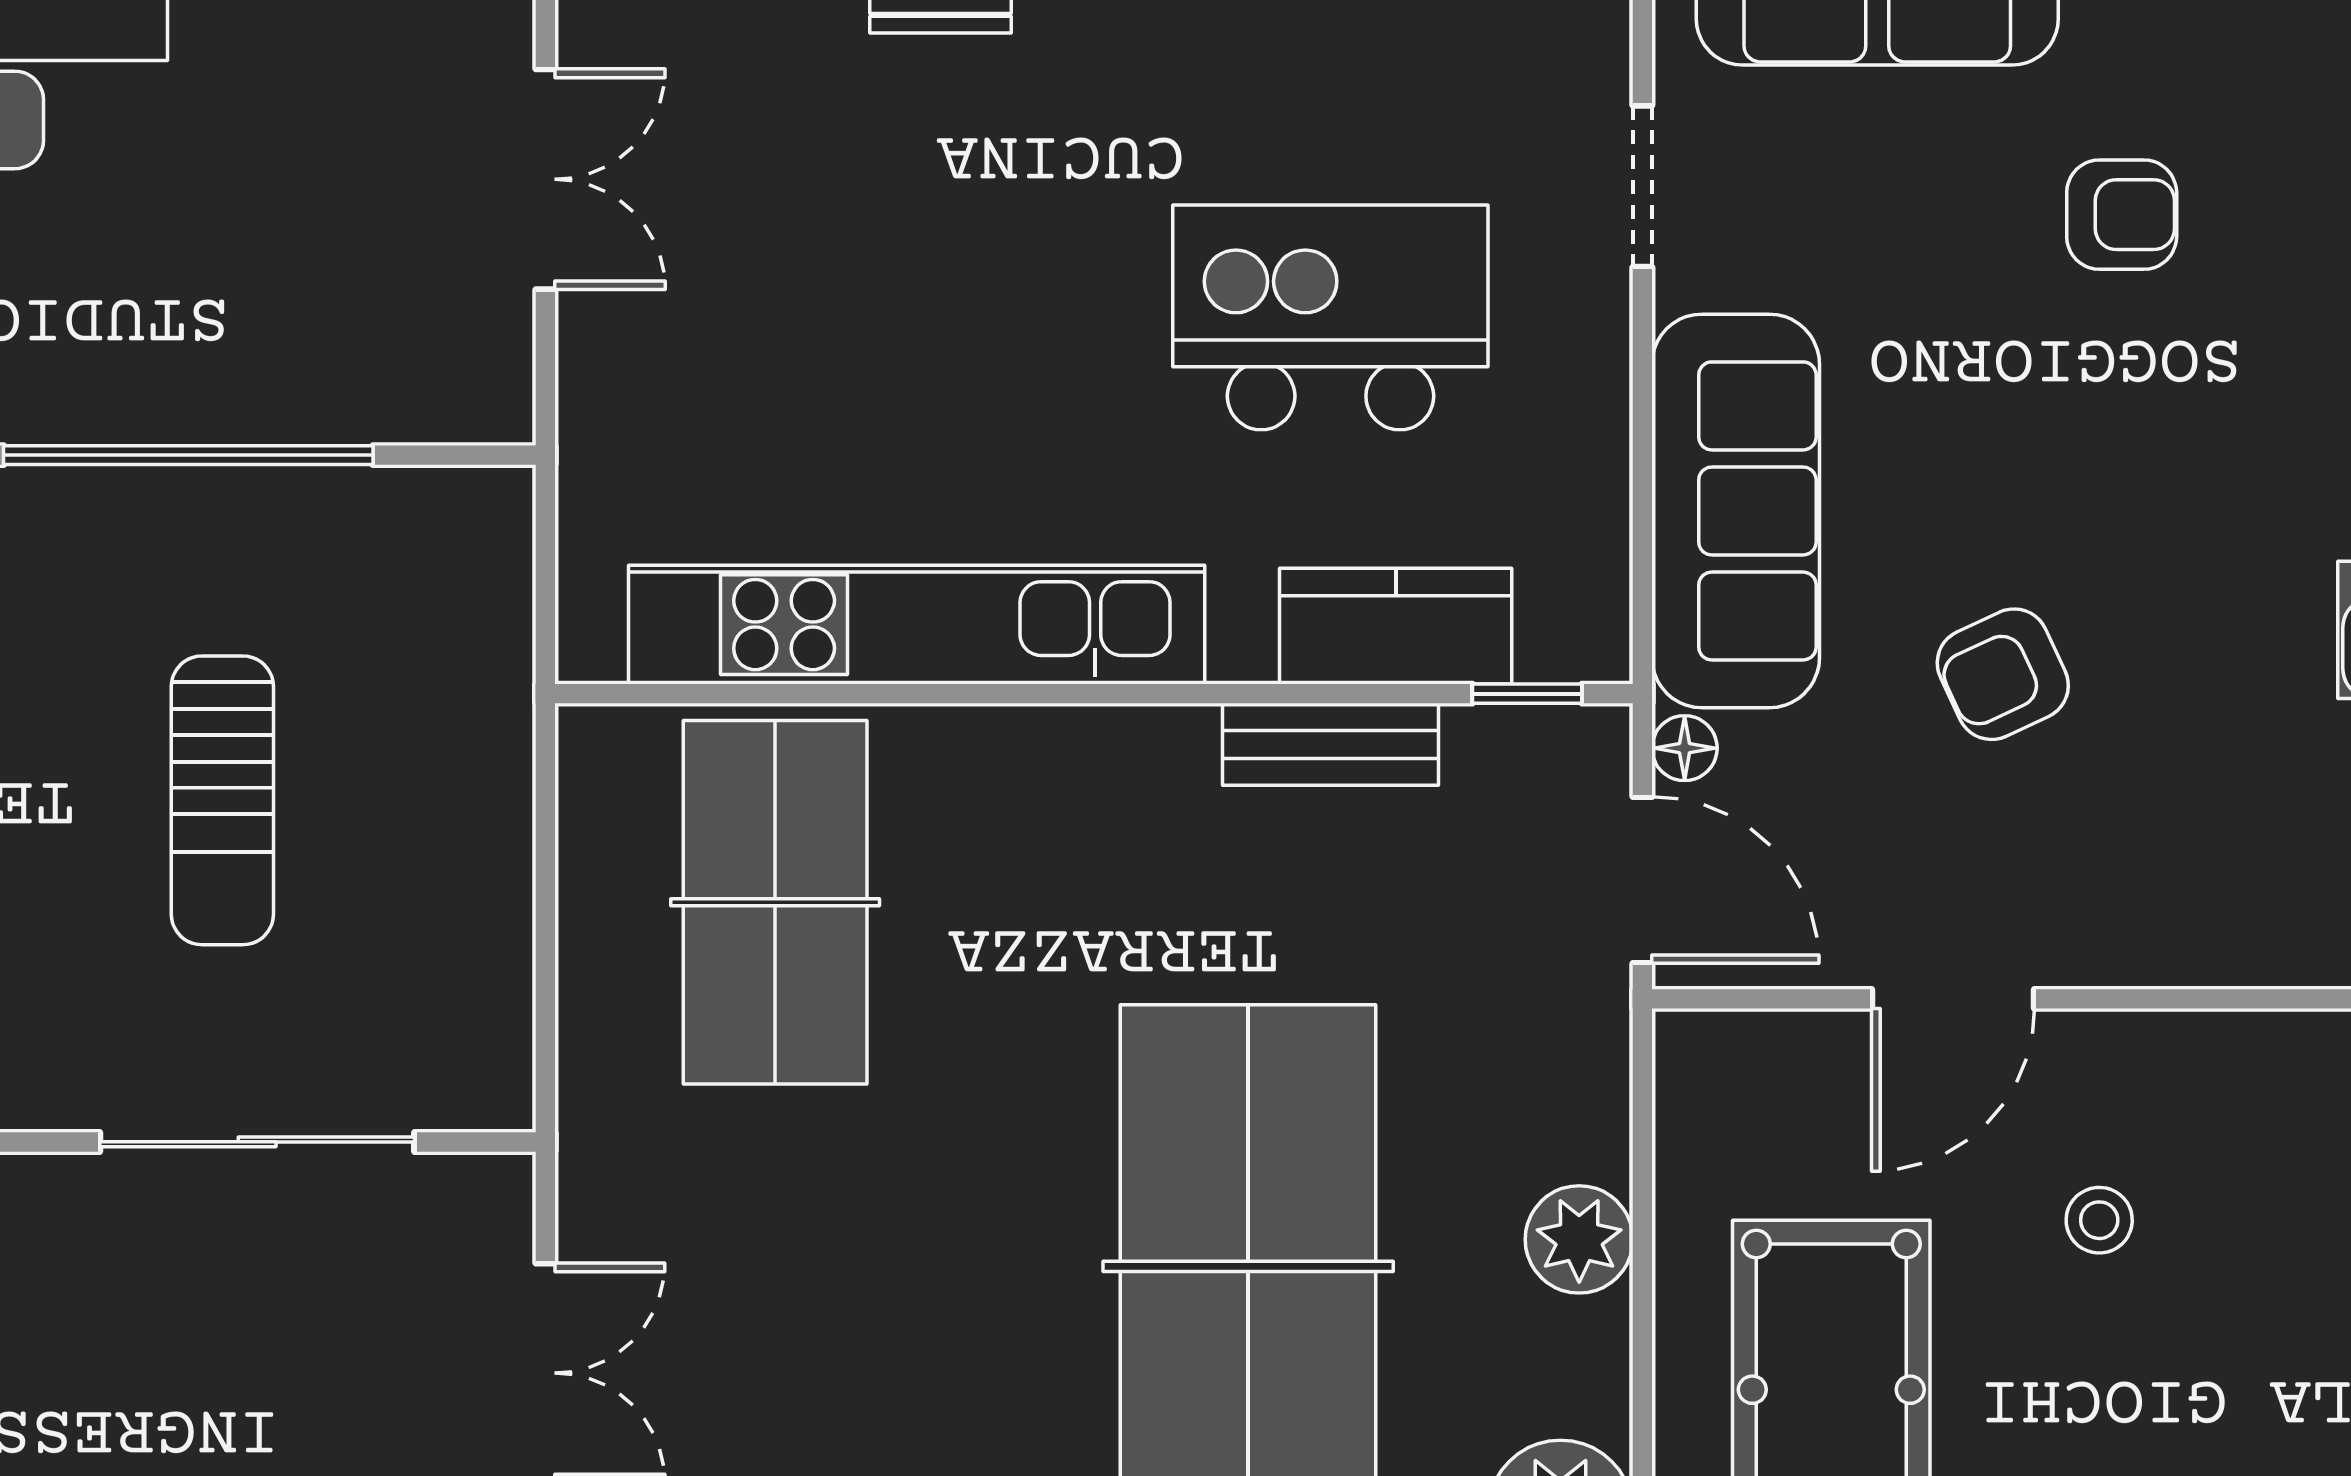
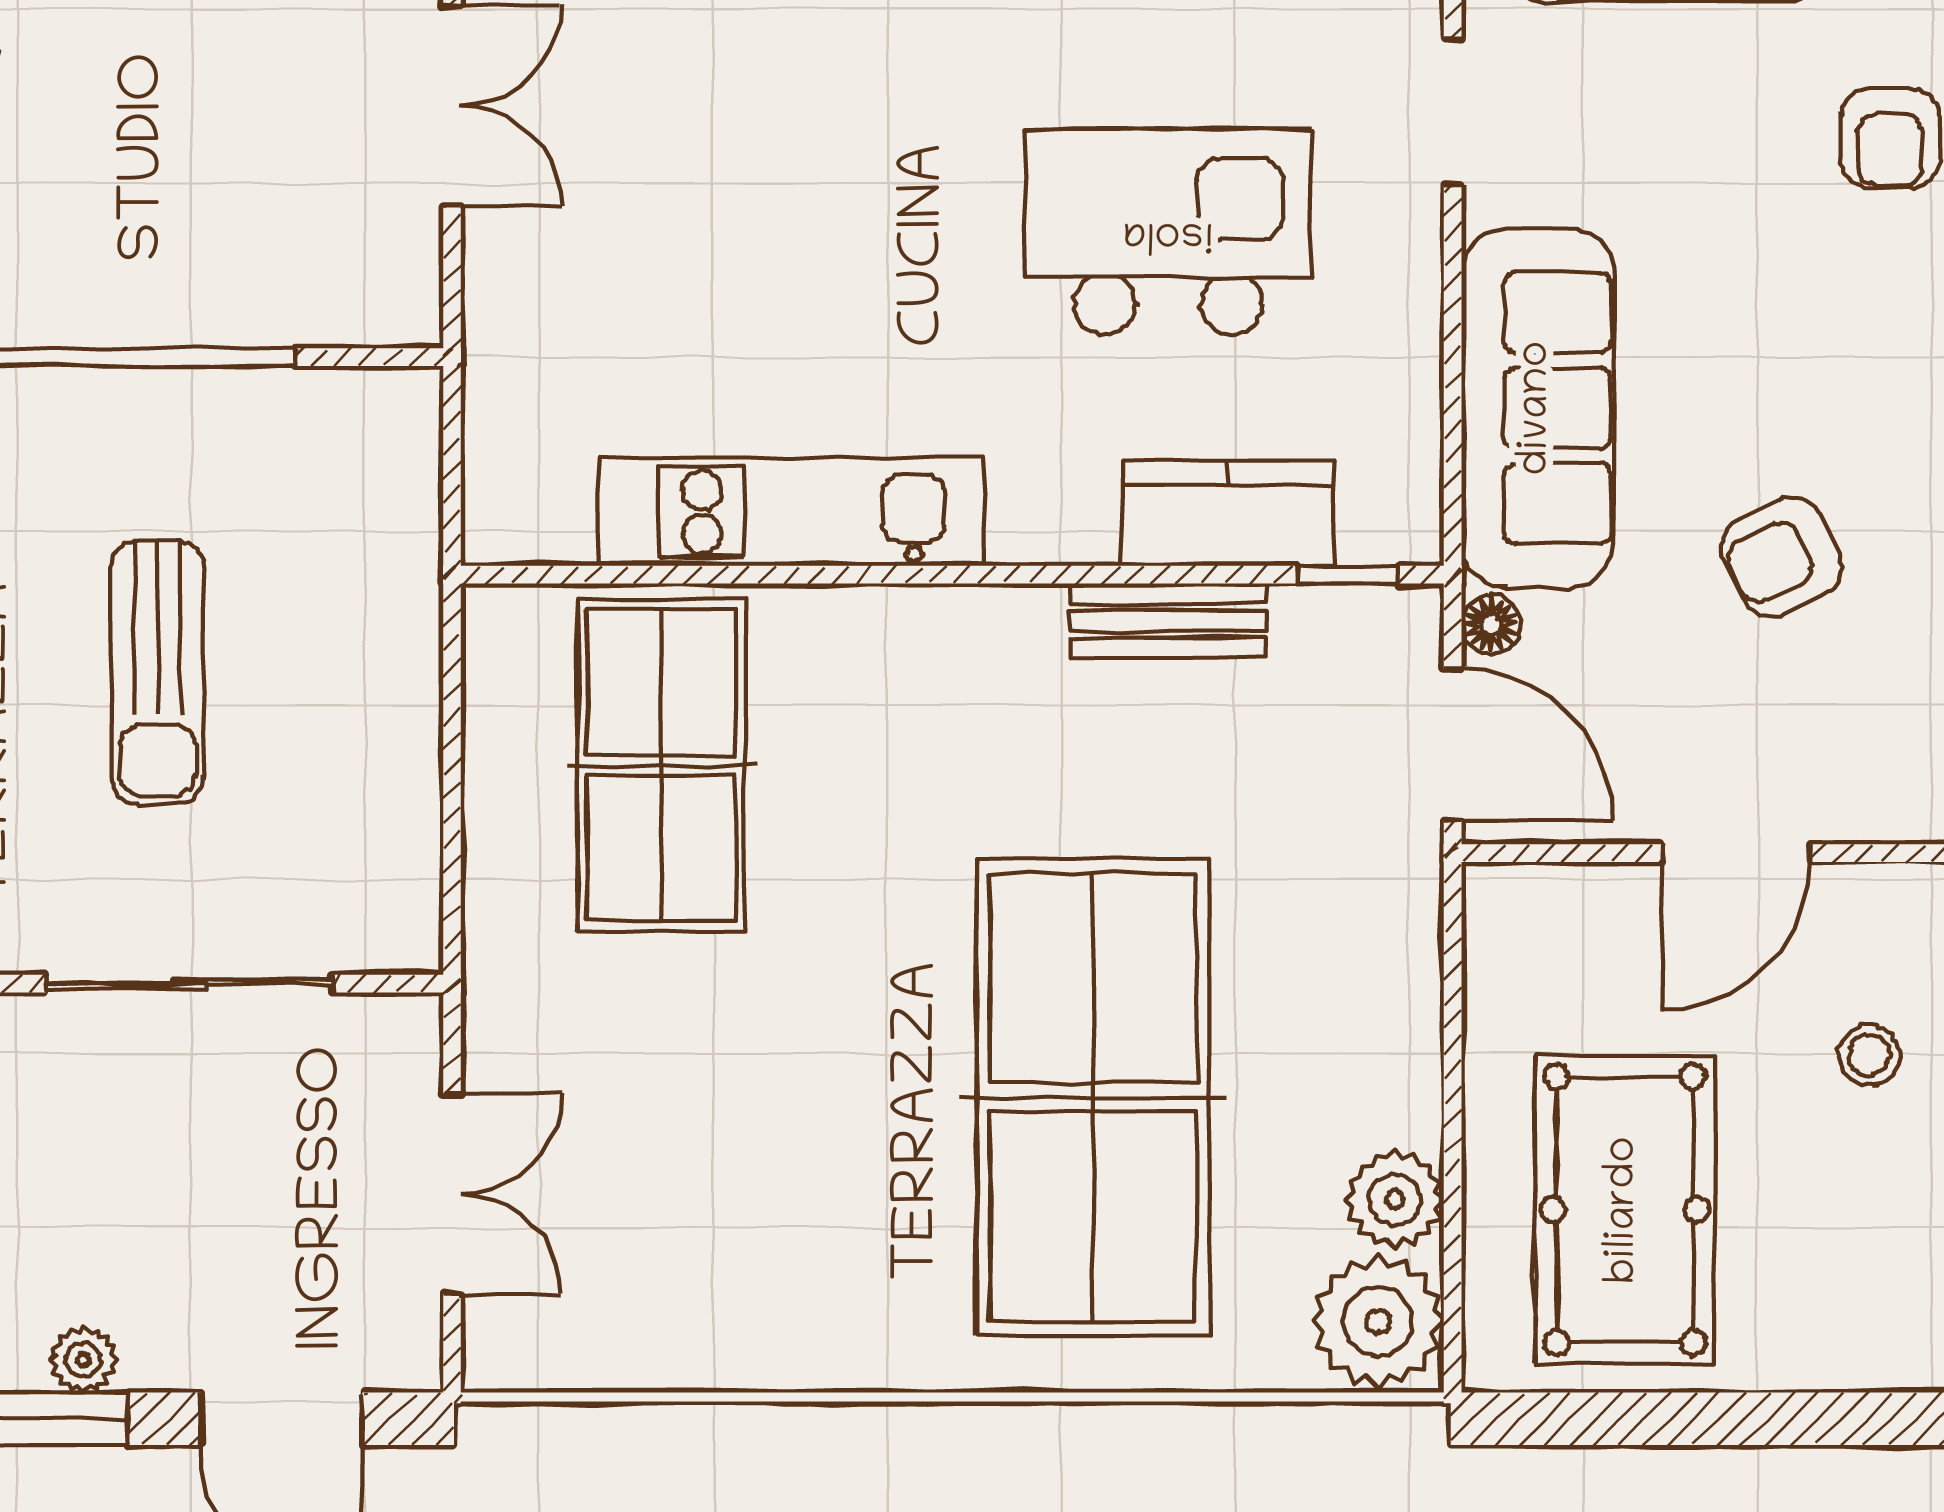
armchair: (2122, 215) -> (1890, 138), turned 90
kitchen unit: (917, 625) -> (791, 512), width x0.73
plant: (1579, 1239) -> (1395, 1200), moved

